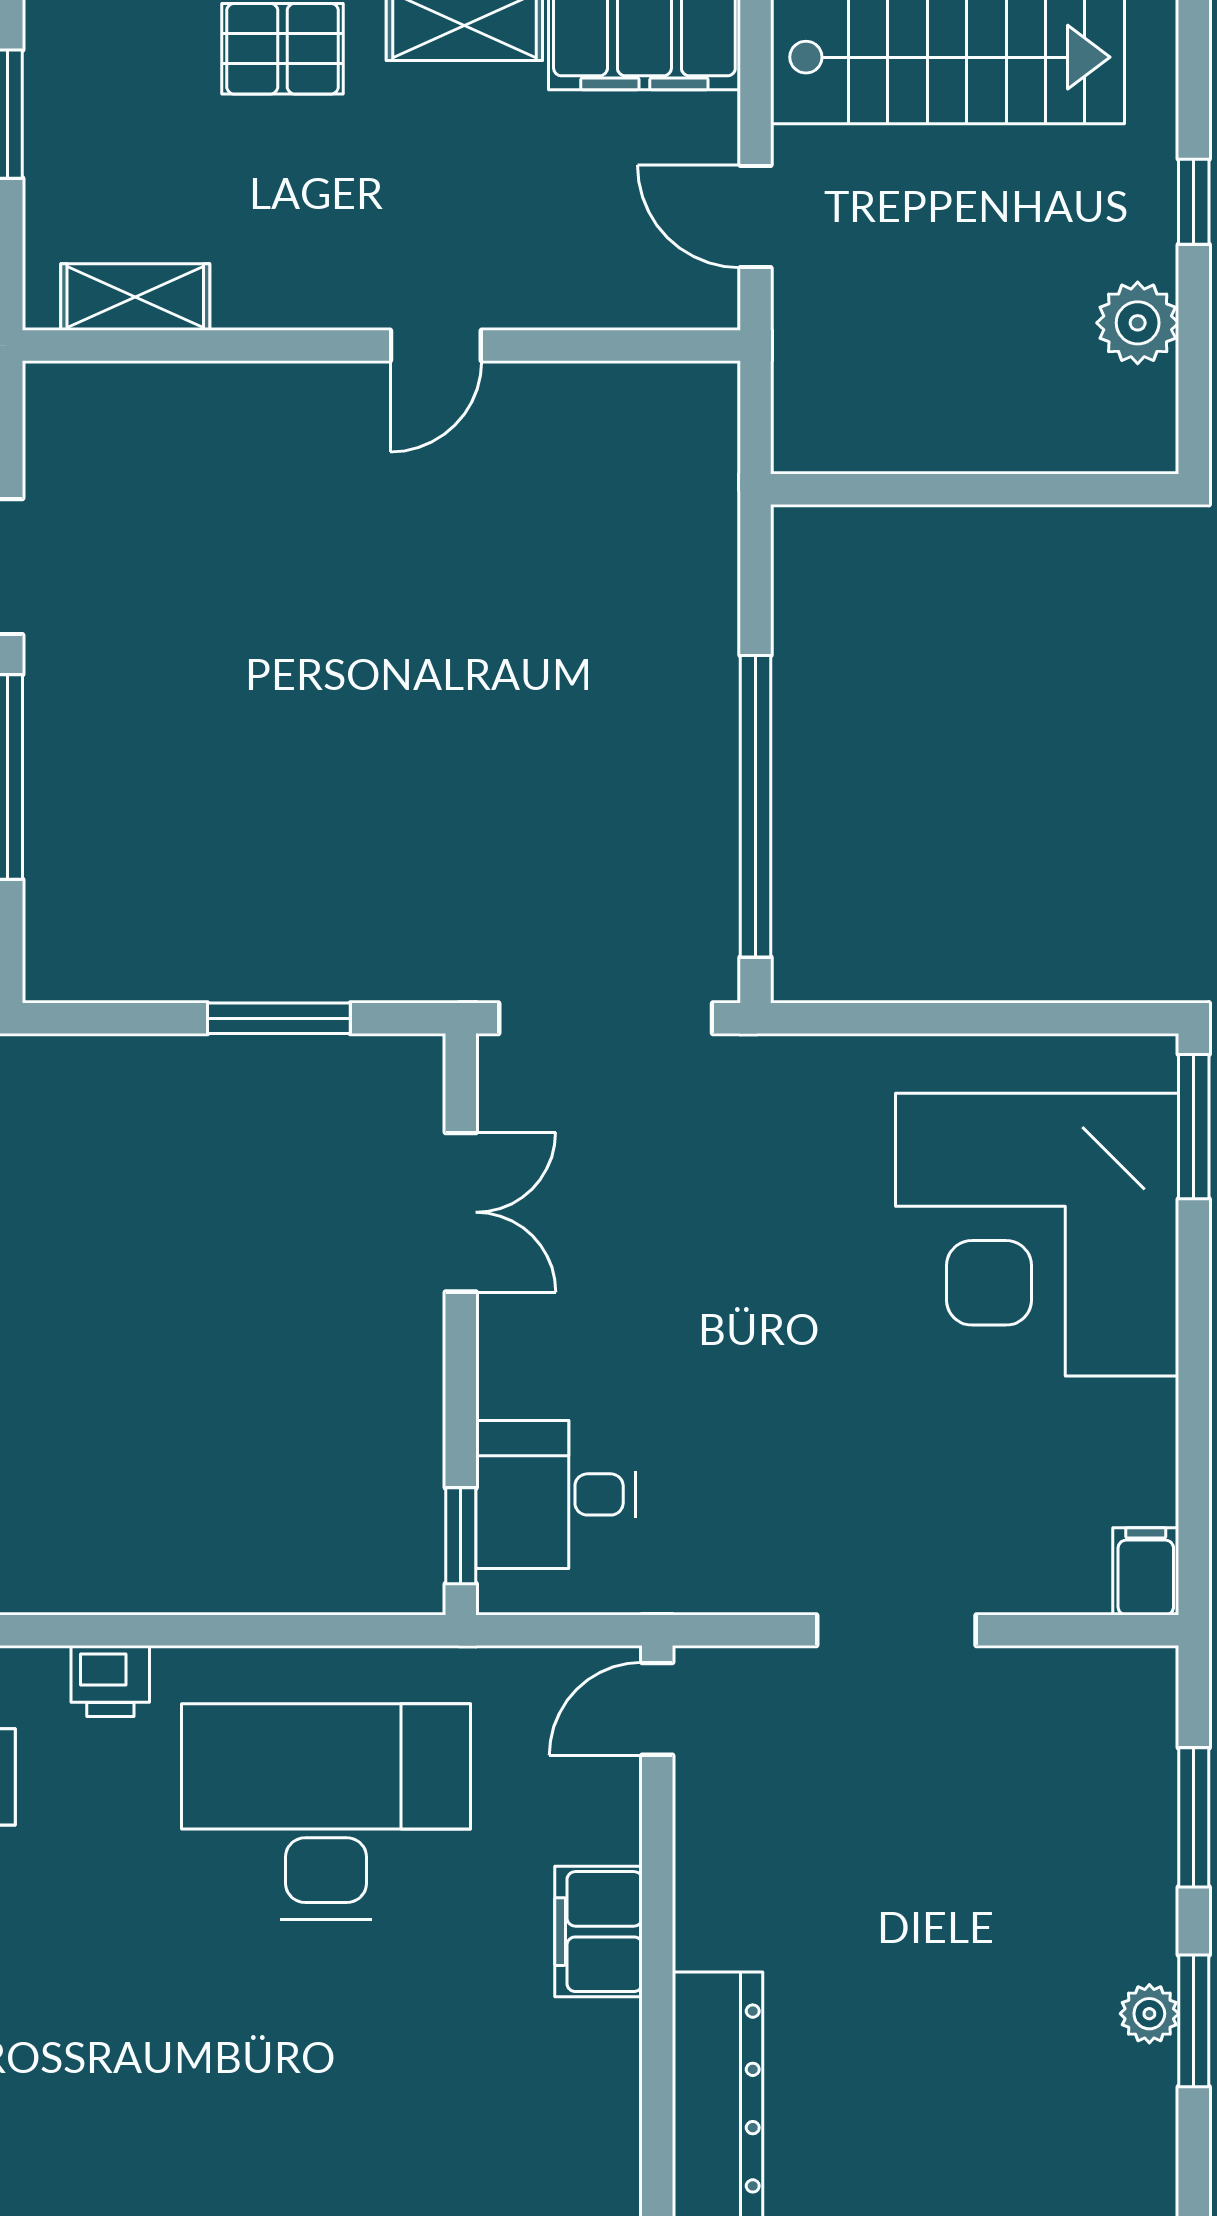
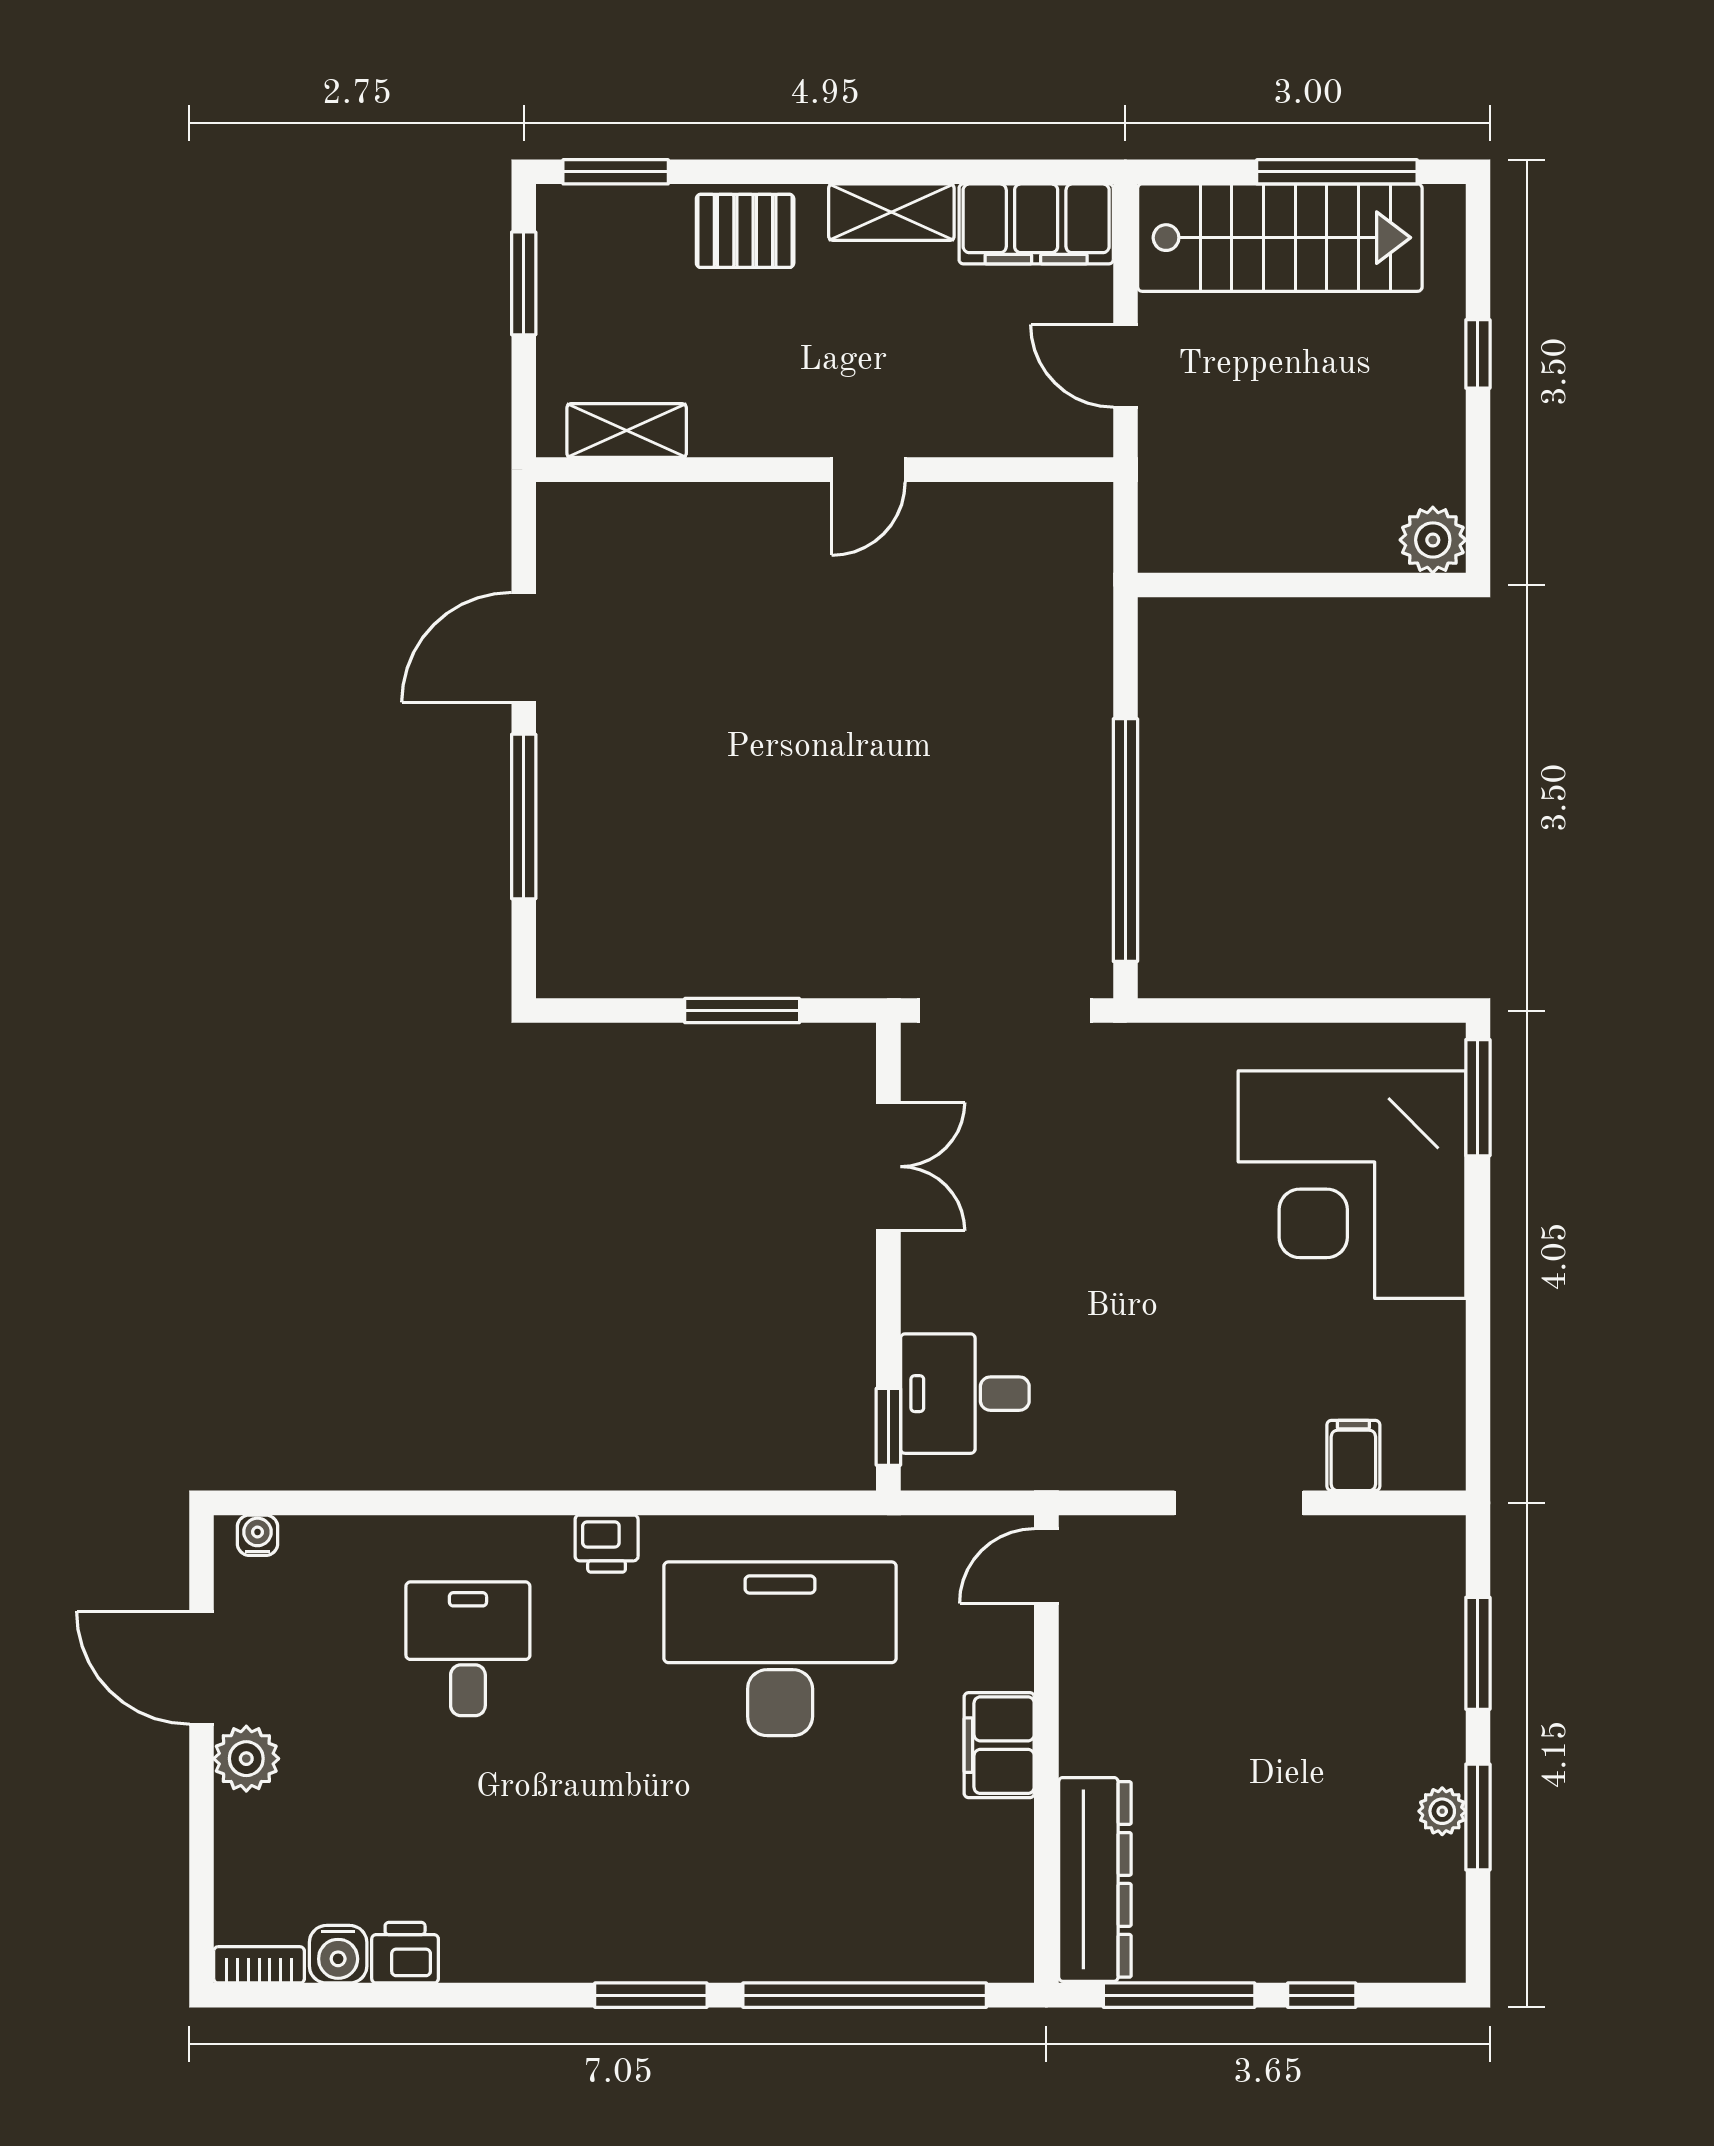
plant: (1138, 323) -> (1433, 540), moved
filing cabinet: (1146, 1571) -> (1353, 1456), moved

